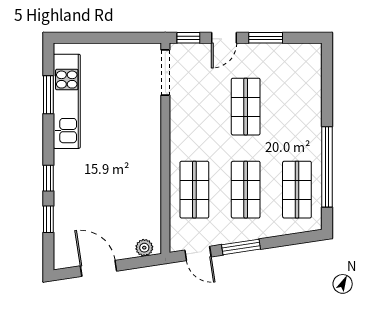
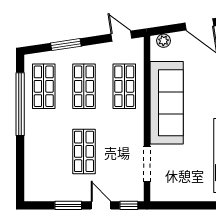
door: (224, 38) -> (101, 205), hinge flipped
doorway: (165, 72) -> (147, 164), moved
sofa: (140, 168) -> (167, 103), added
window: (241, 247) -> (66, 45), moved

